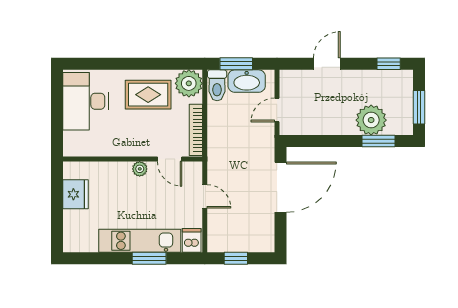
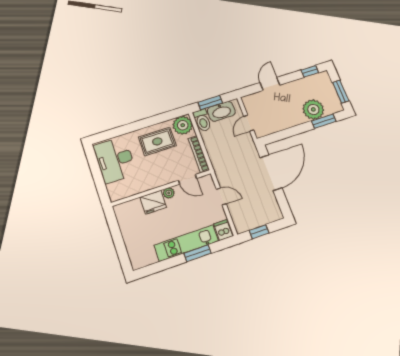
fridge: (75, 194) -> (153, 202), moved, turned 90

